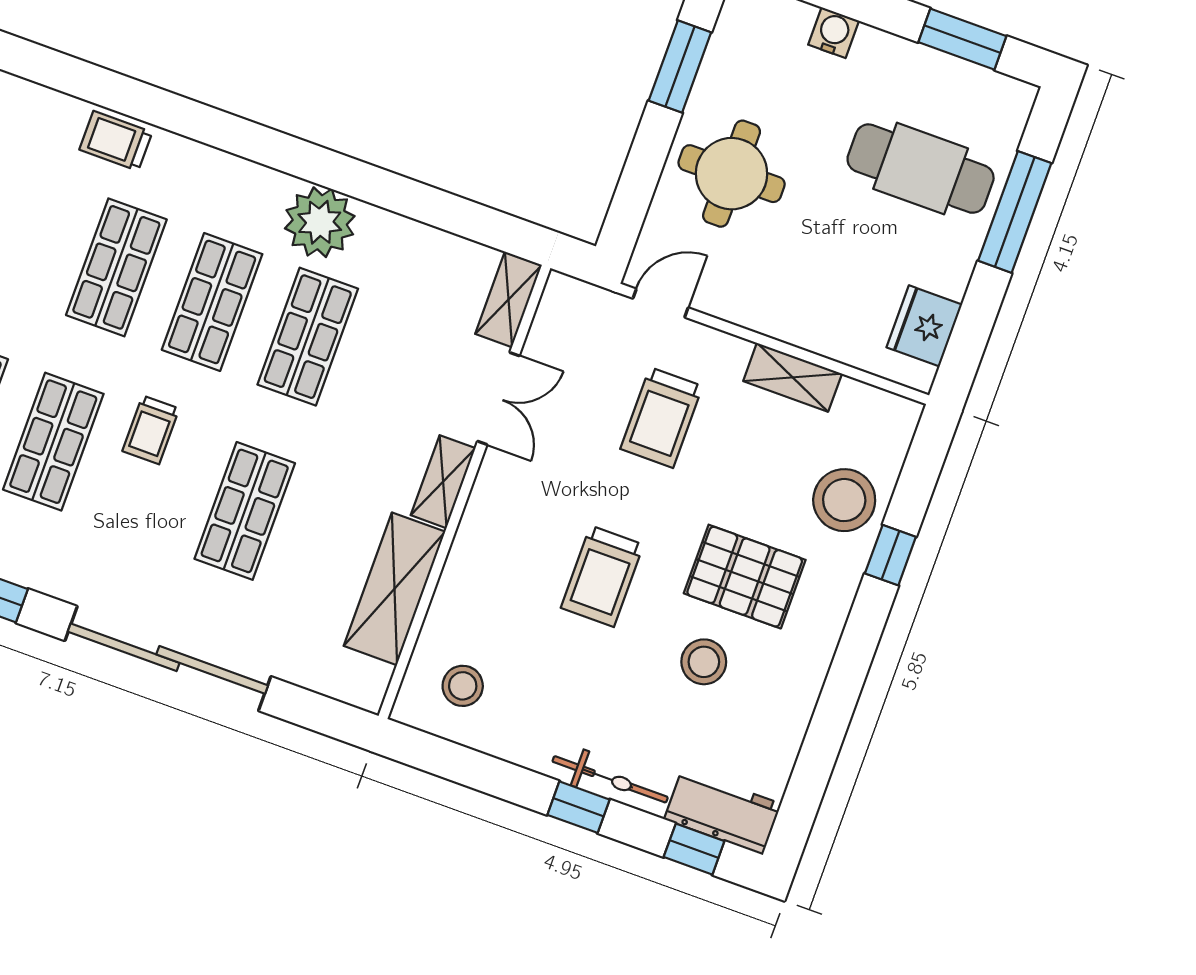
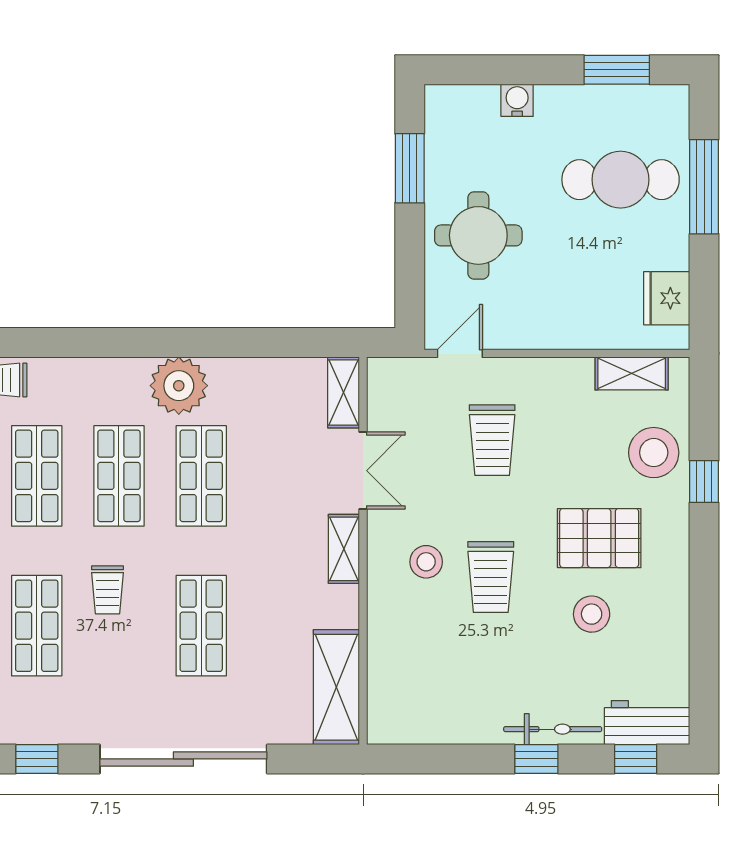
shelving: (793, 377) -> (632, 373), moved
shelving: (395, 589) -> (336, 687), moved
stool: (463, 686) -> (426, 562), moved

